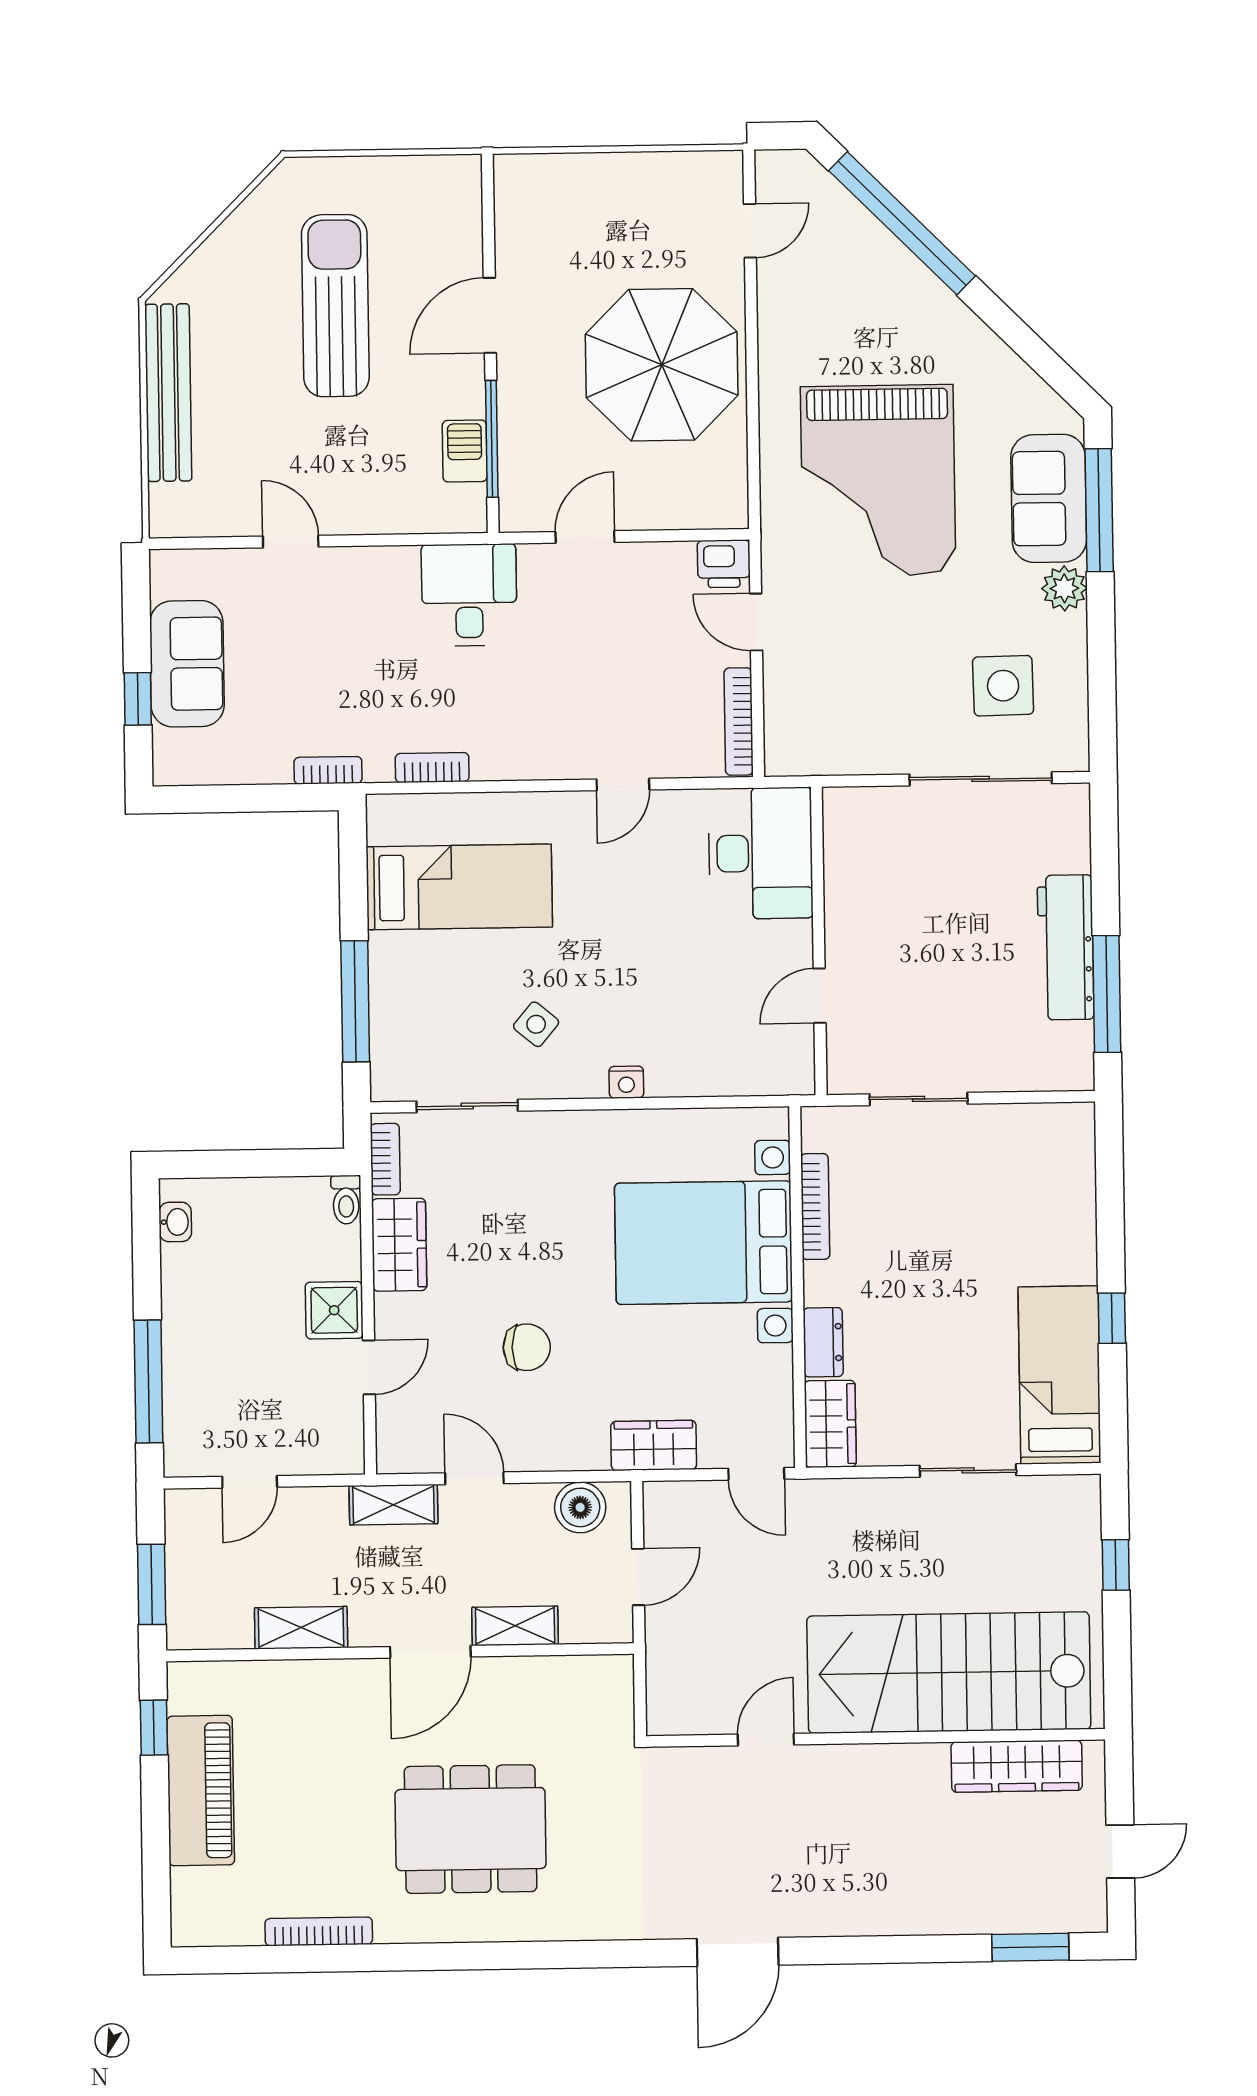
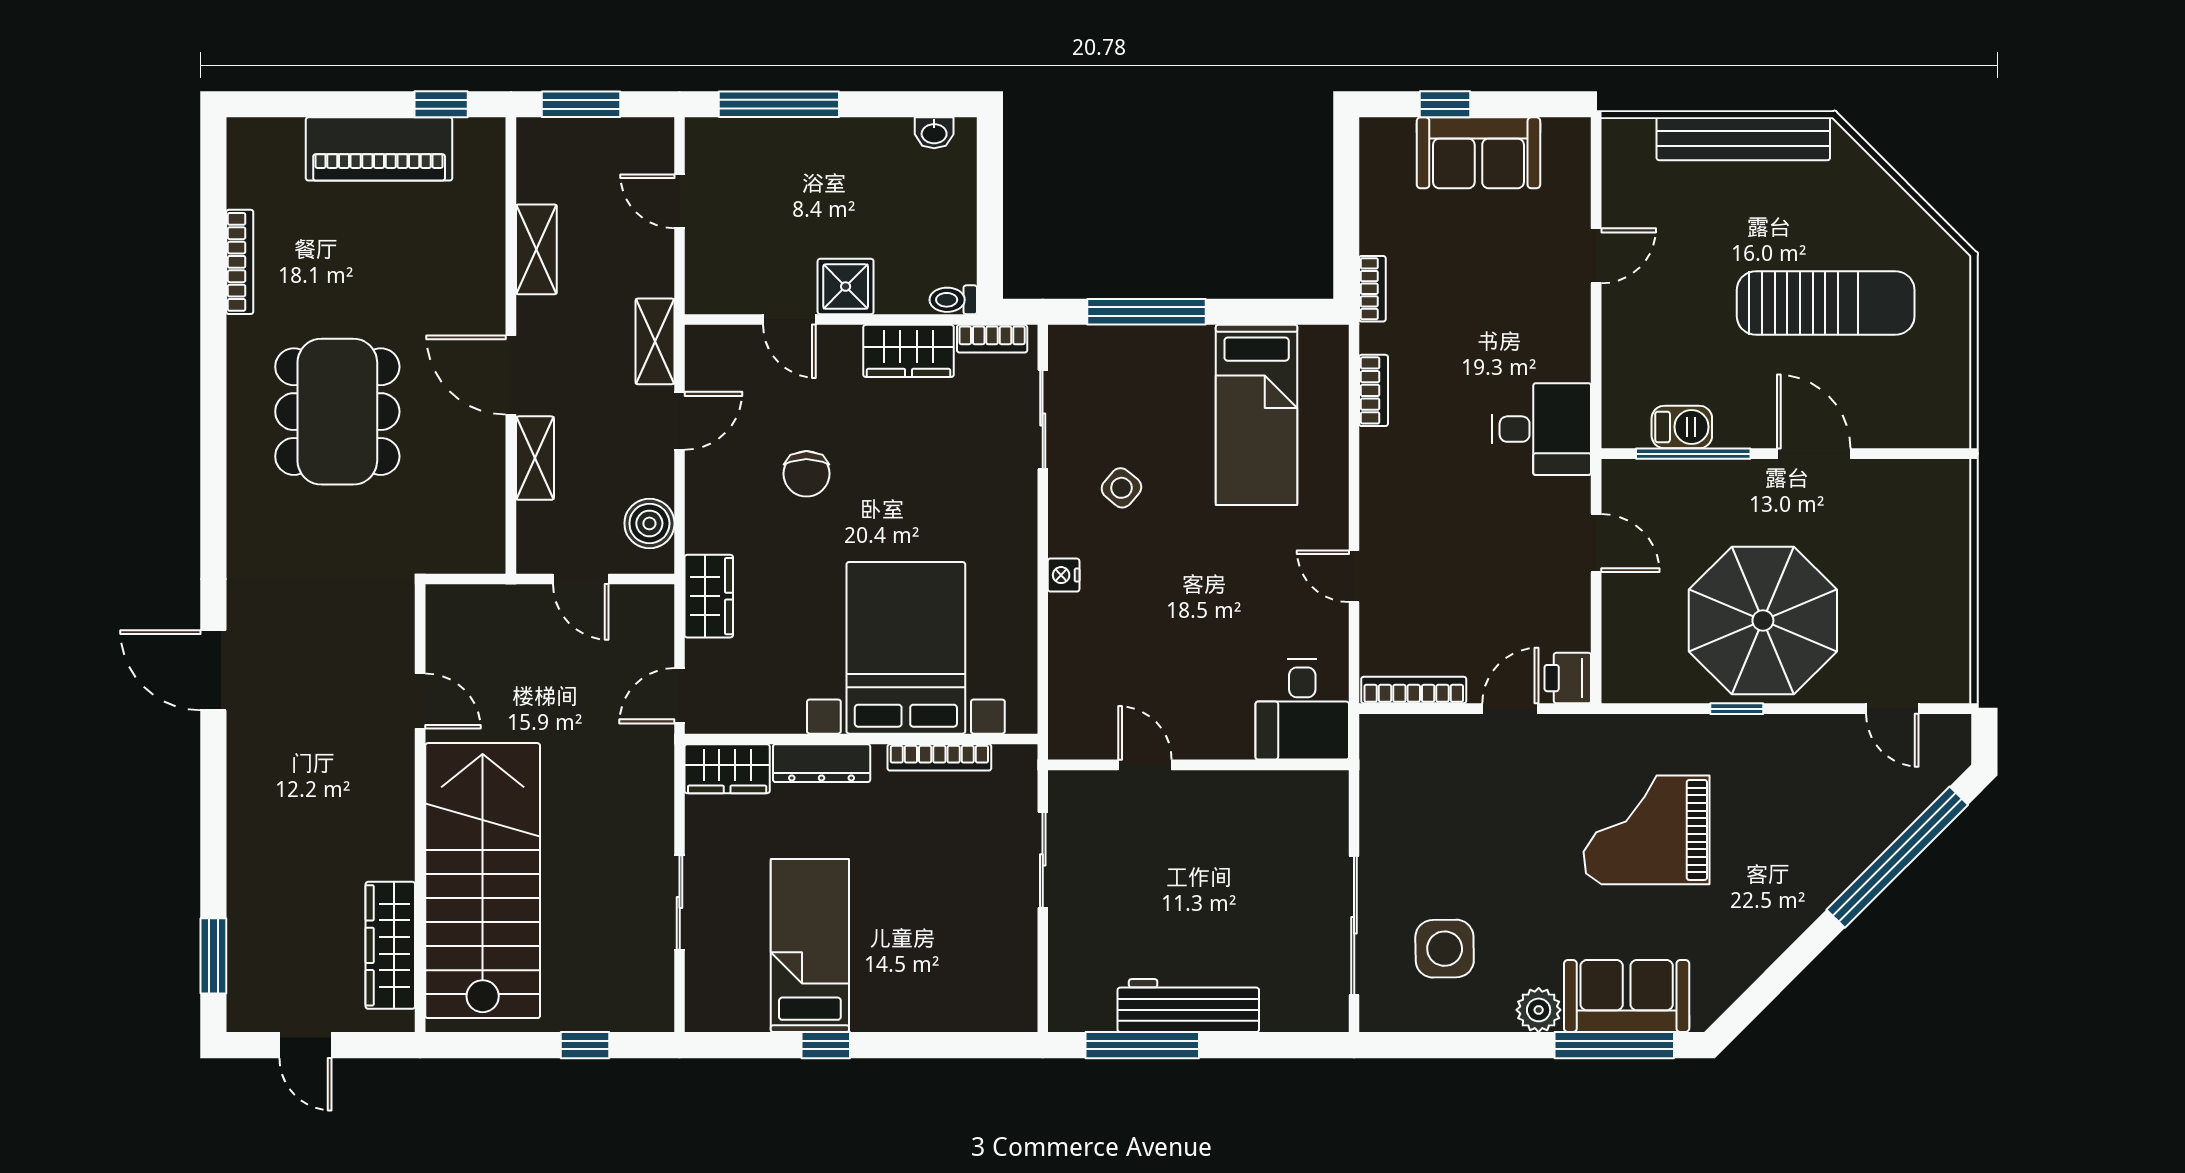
window: (752, 390) -> (1737, 709), added
grand piano: (878, 481) -> (1647, 830), width x0.73, depth x0.68
desk: (761, 853) -> (1302, 709), width x0.73
dresser: (823, 1342) -> (822, 763), width x1.44
bed: (1059, 1375) -> (810, 945), moved, turned -90

